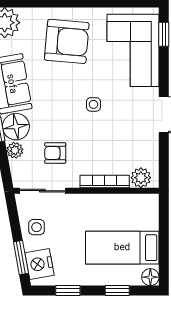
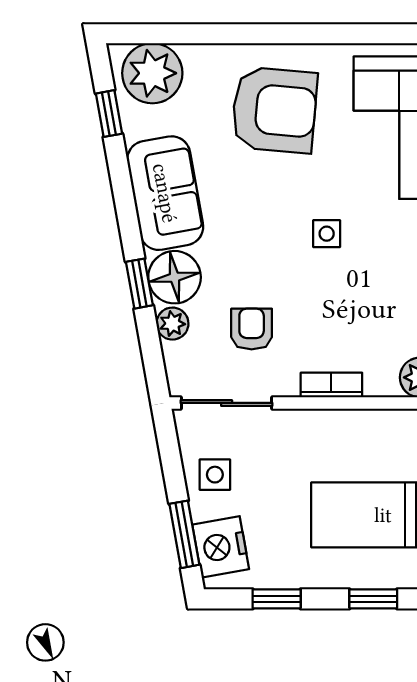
armchair: (55, 153) -> (252, 329), turned 90
bookcase: (105, 182) -> (331, 385), width x0.64

